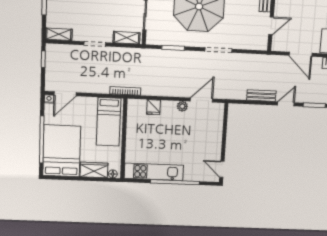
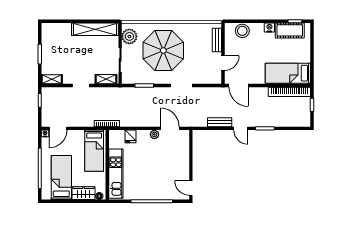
door: (301, 54) -> (239, 86), moved
door: (201, 100) -> (170, 128), hinge flipped
door: (286, 104) -> (241, 128), swing flipped
bed: (62, 151) -> (61, 177), width x0.67
kitchen unit: (154, 172) -> (116, 174), moved, turned 90

